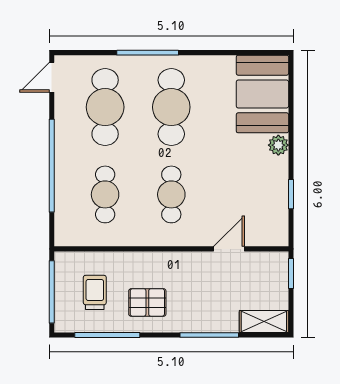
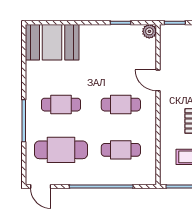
cafe table: (171, 107) -> (61, 105), width x0.73, depth x0.74
plant: (278, 145) -> (149, 31), moved
door: (229, 249) -> (158, 80), moved

